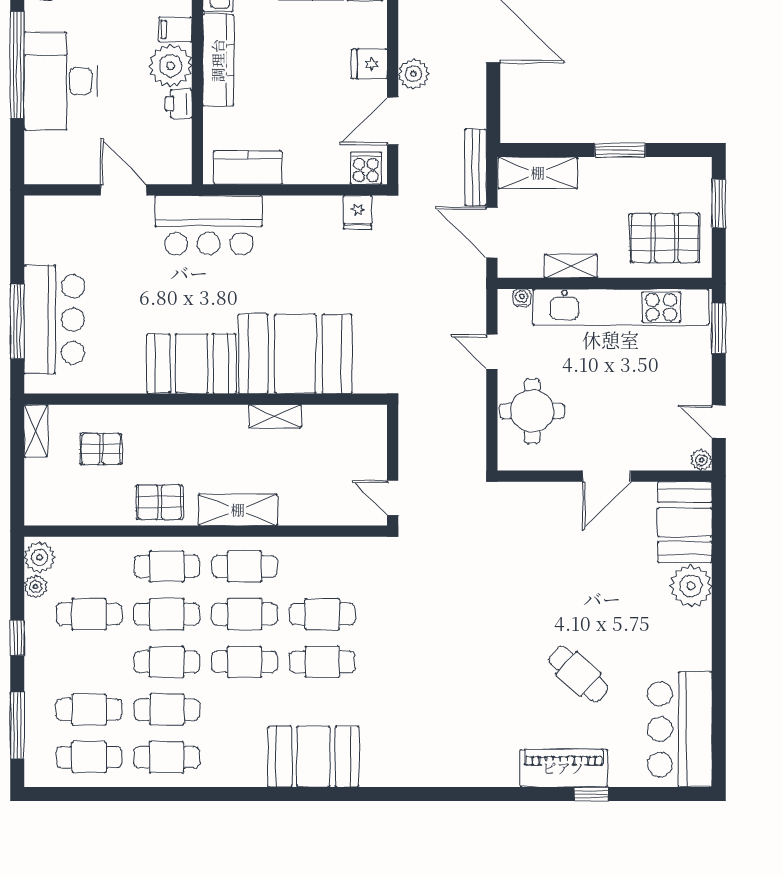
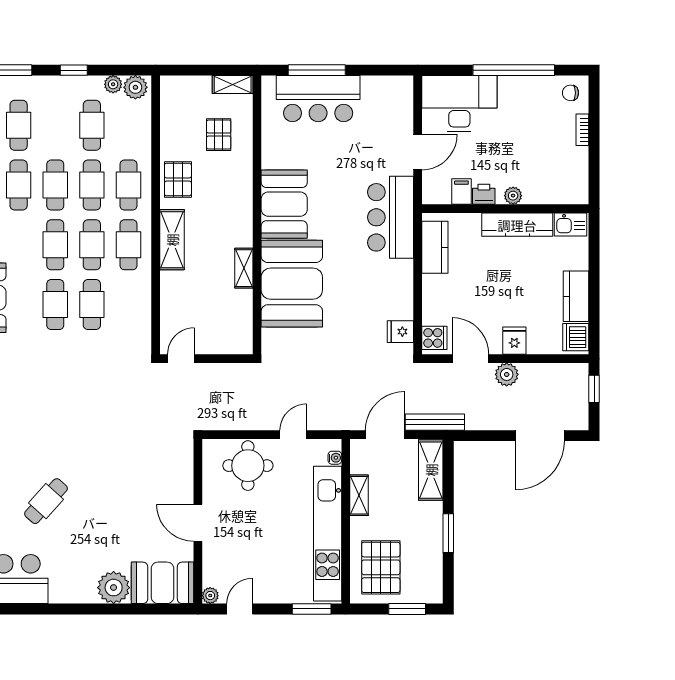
filing cabinet: (175, 30) -> (461, 192), moved
plant: (170, 66) -> (513, 196), width x0.53, depth x0.53
desk: (61, 81) -> (459, 104), moved

